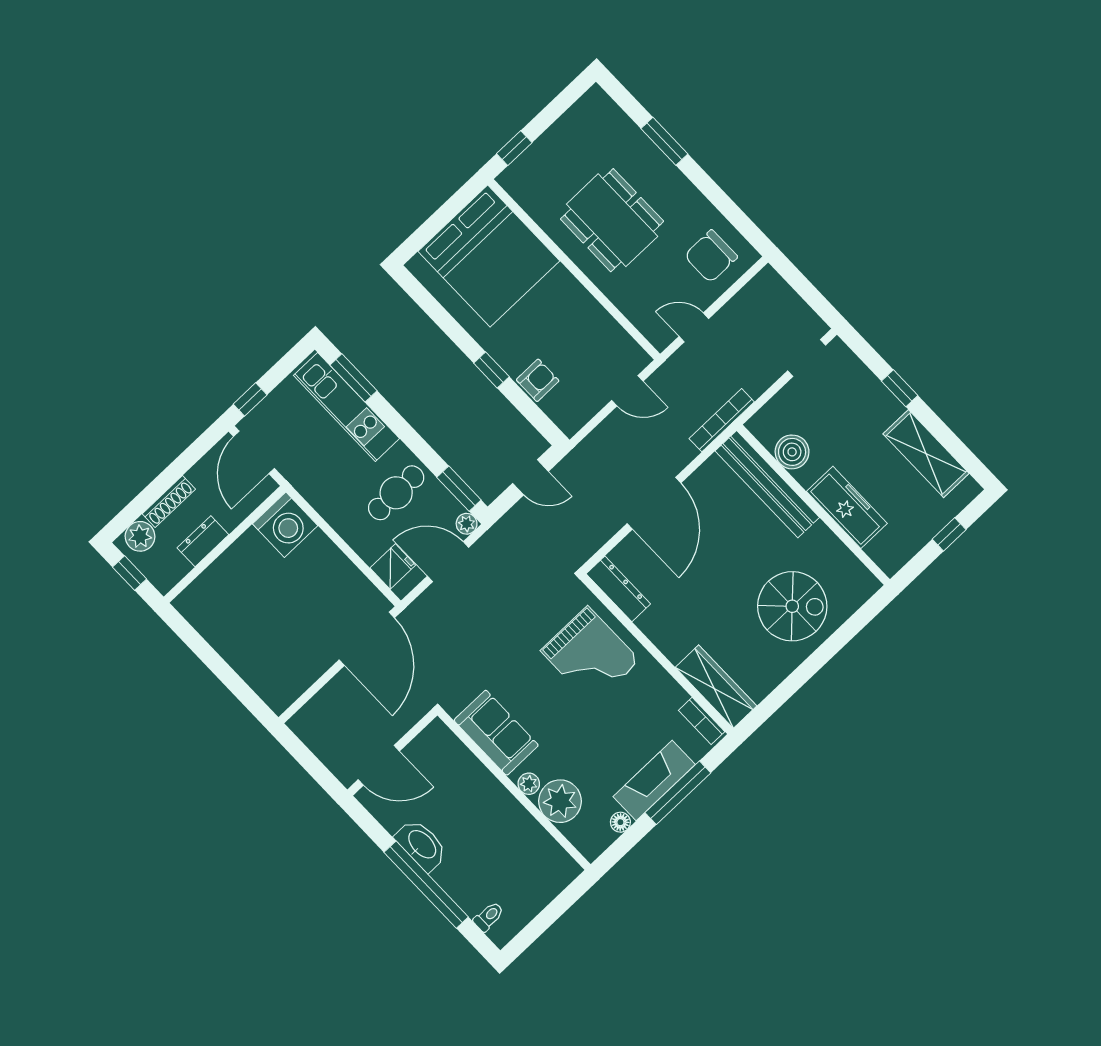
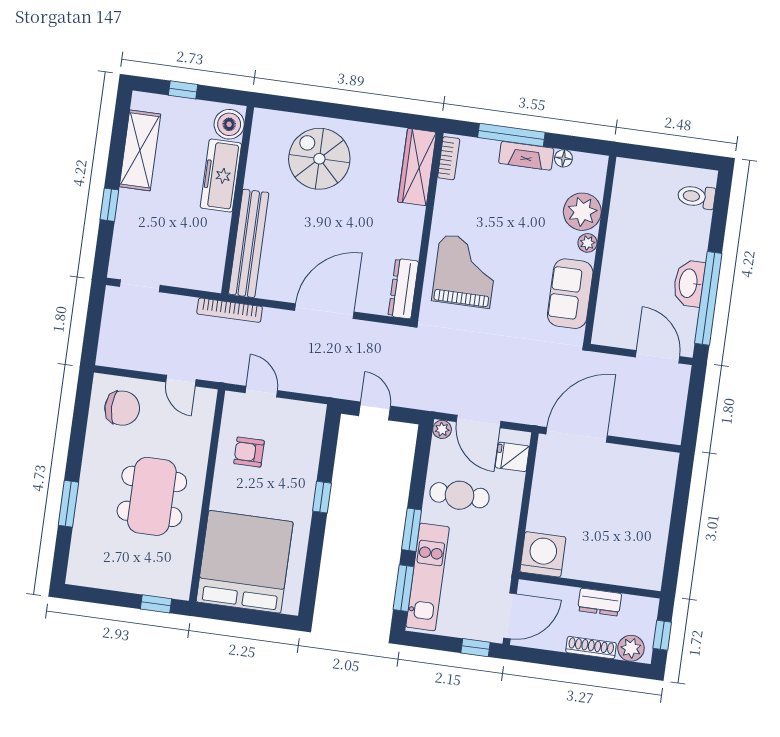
armchair: (538, 380) -> (249, 452), moved
boiler: (792, 452) -> (229, 124), moved
window: (459, 489) -> (412, 530), moved
fireplace: (654, 781) -> (526, 156), width x0.73, depth x0.76
window: (426, 885) -> (708, 298), moved
toilet: (489, 917) -> (696, 197), width x1.37, depth x1.39

